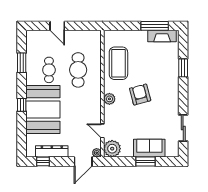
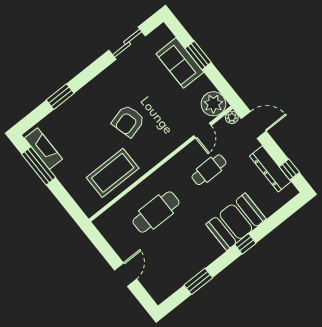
cafe table: (49, 70) -> (209, 170), moved
plant: (109, 99) -> (160, 151), removed
booth: (43, 109) -> (236, 222), width x0.73, depth x0.70

